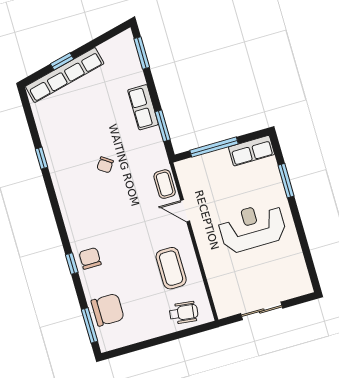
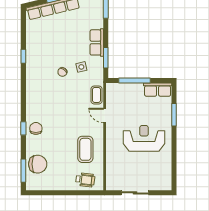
side table: (131, 149) -> (81, 67), added

